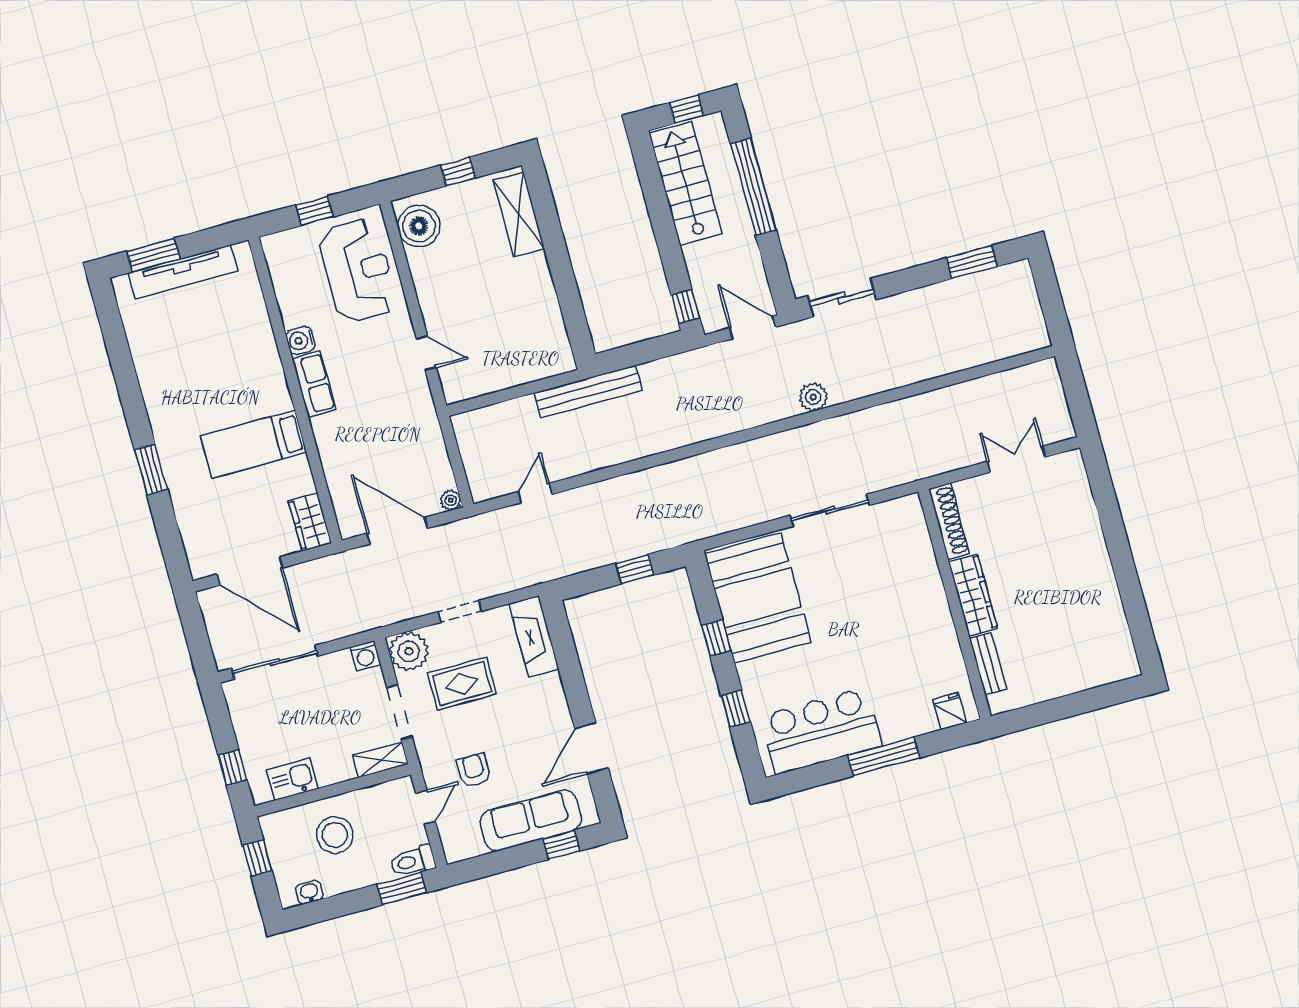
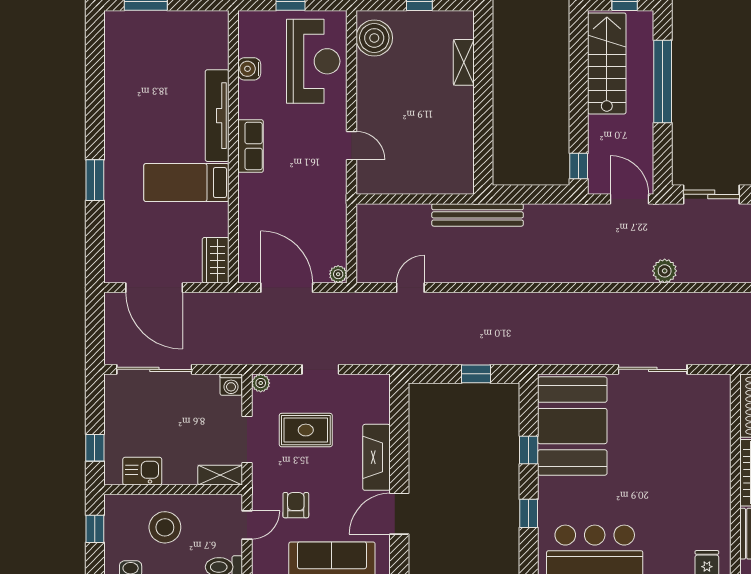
shelving: (519, 214) -> (464, 62), width x0.67, depth x0.75
tv unit: (183, 272) -> (217, 116), moved, turned 90
water cooler: (300, 340) -> (249, 69), moved
fireplace: (534, 636) -> (376, 457), moved
plant: (409, 651) -> (261, 383), width x0.53, depth x0.53

